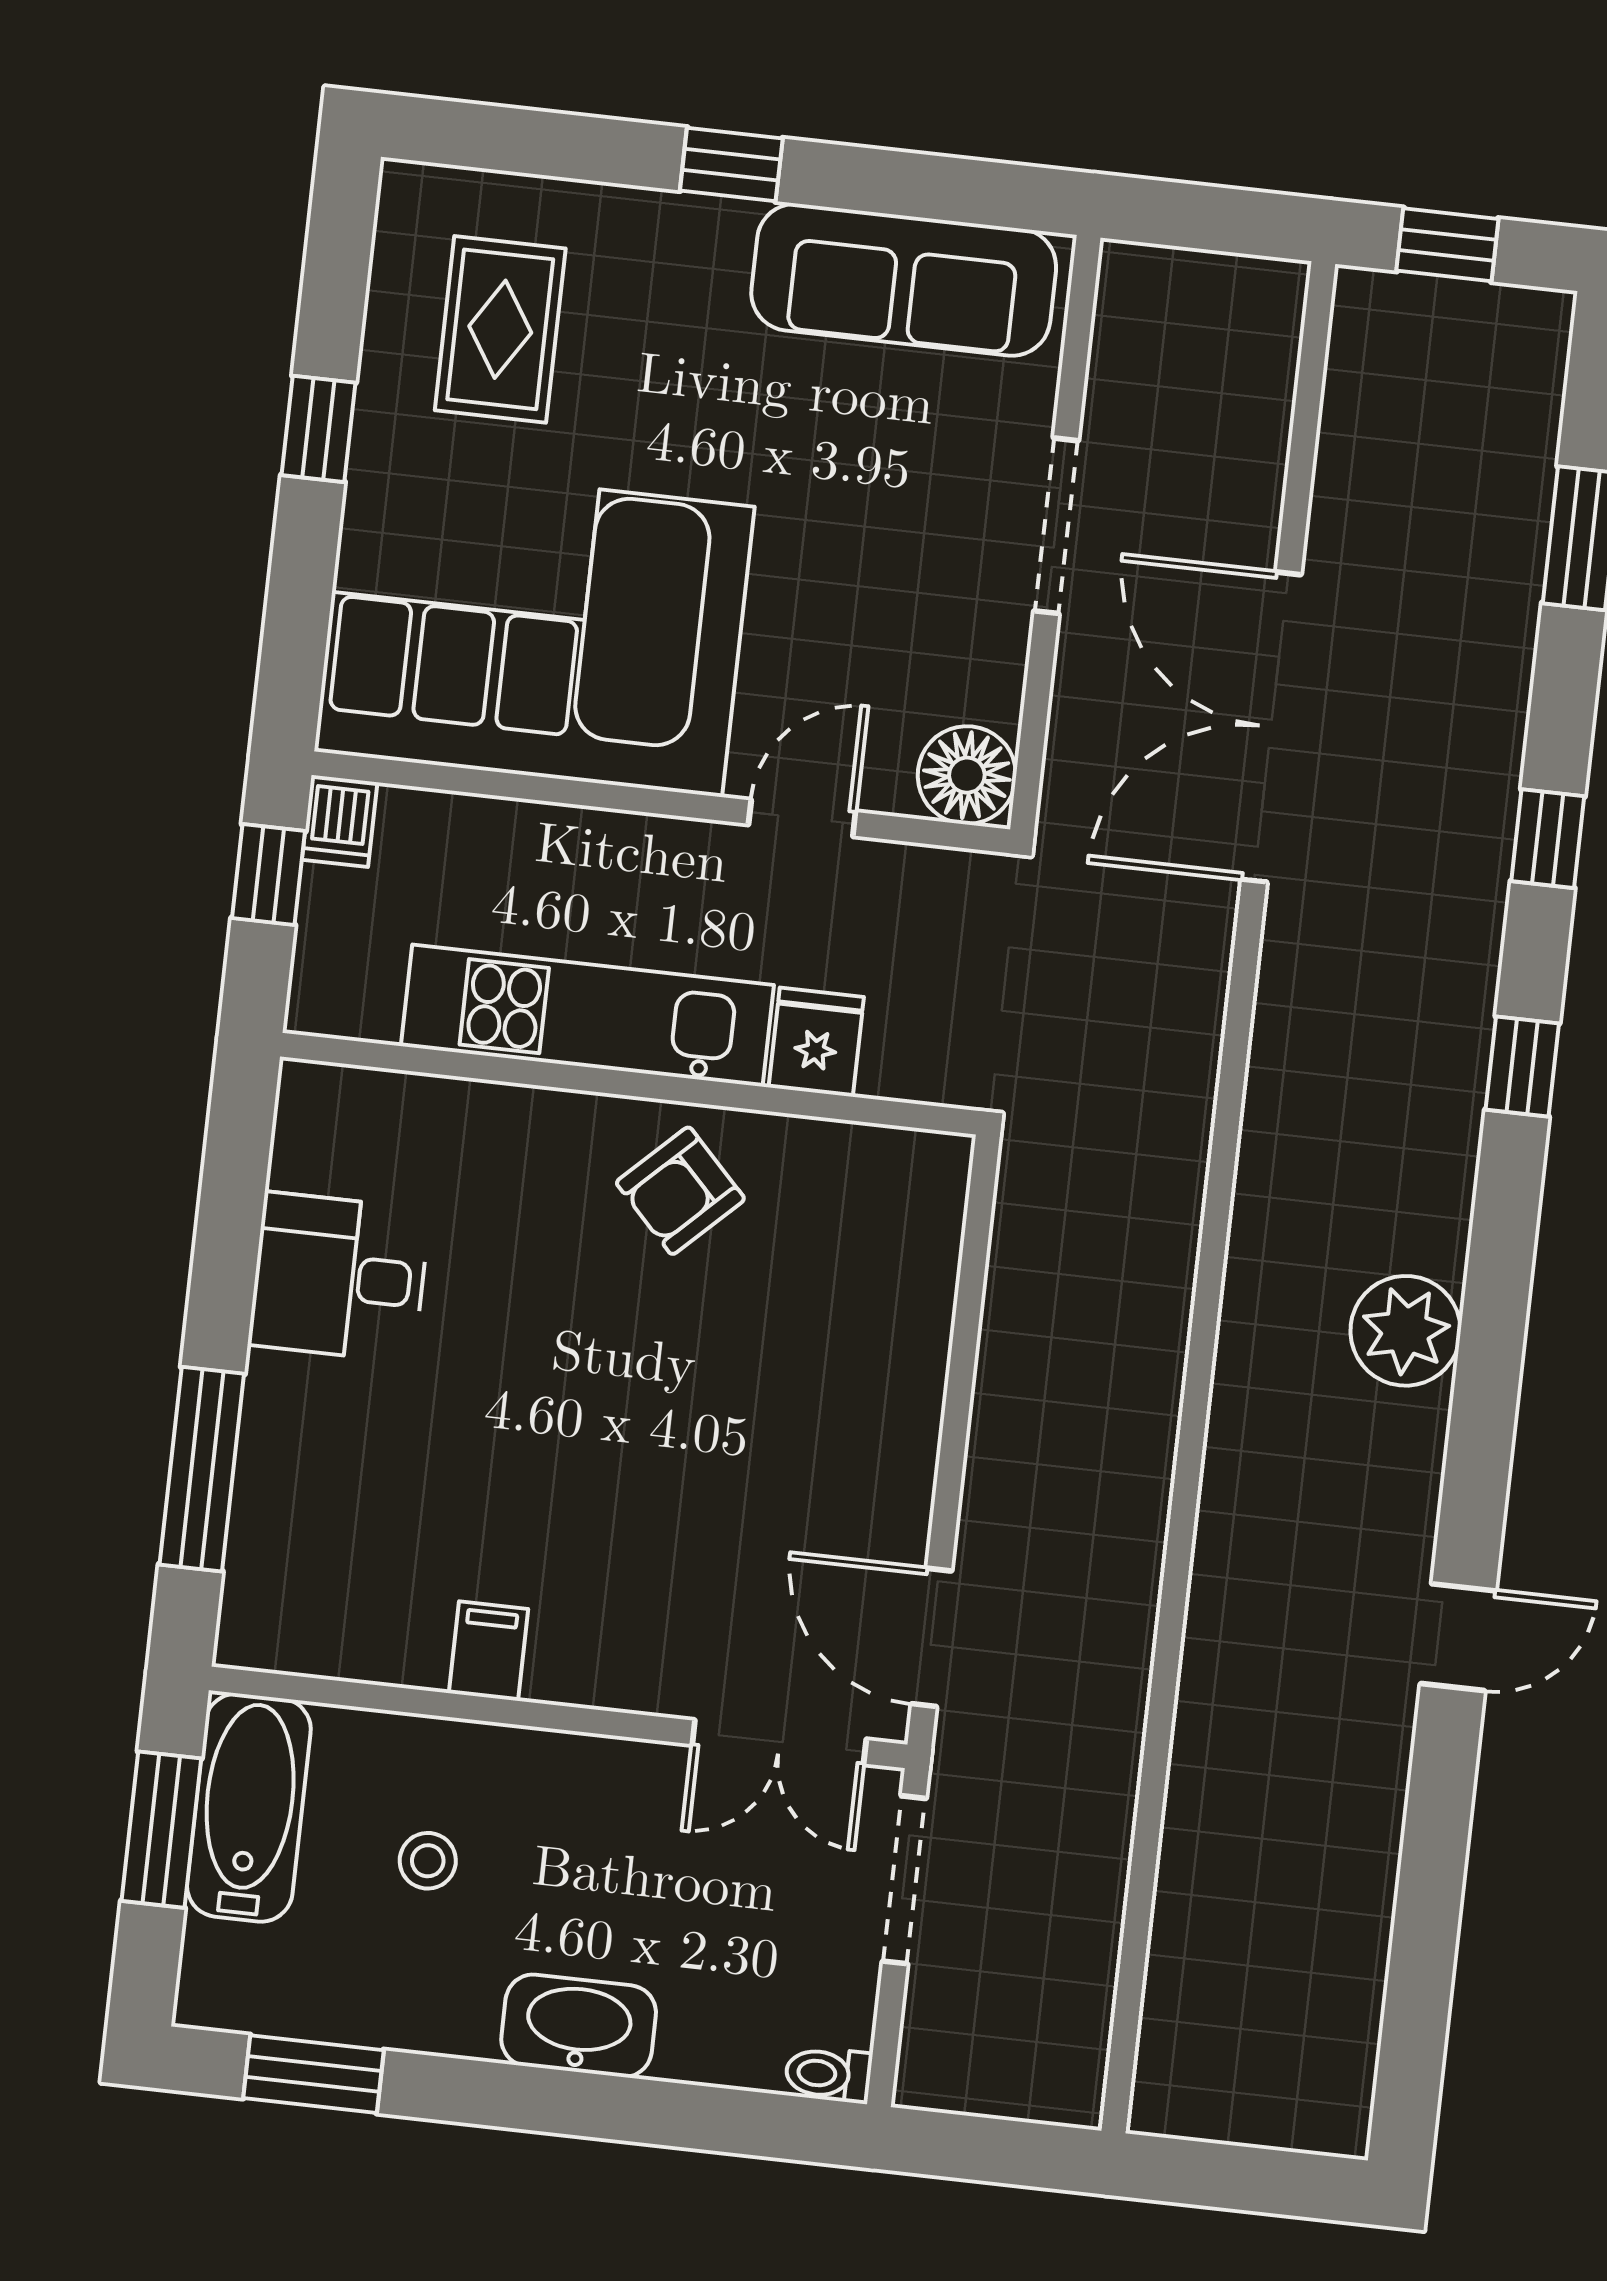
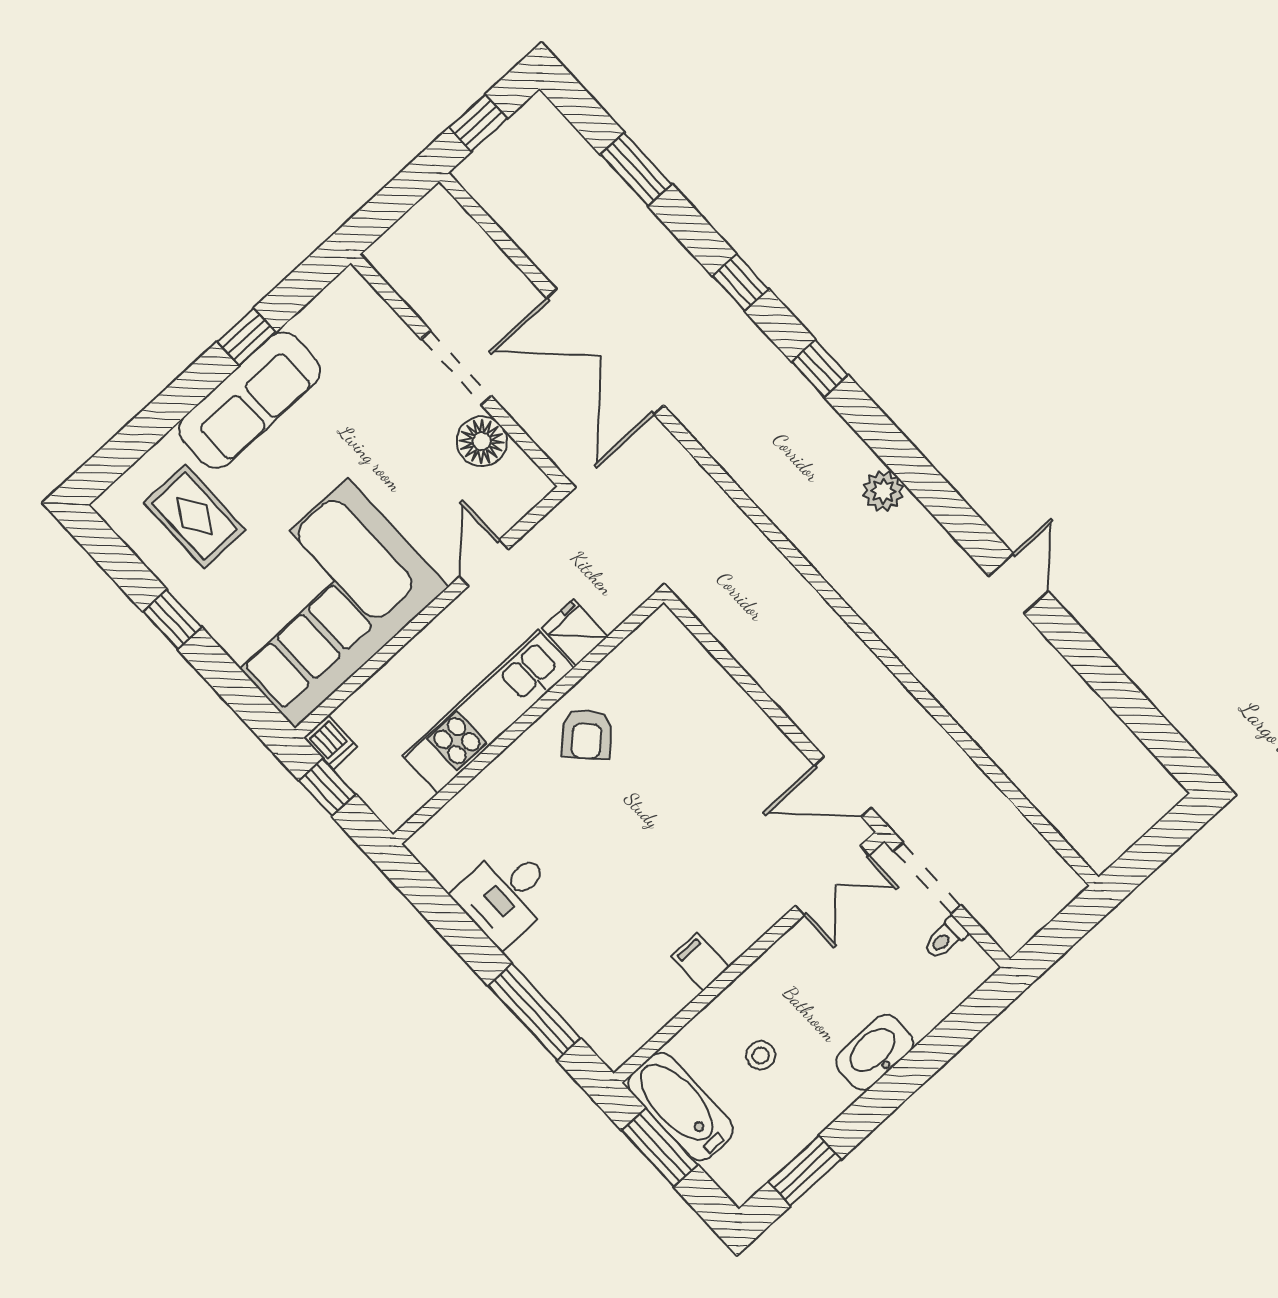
window: (731, 164) -> (246, 337), moved
sofa: (904, 280) -> (250, 400), moved
floor lamp: (967, 775) -> (482, 441), moved
plant: (1406, 1331) -> (883, 491), width x0.73, depth x0.73
toilet: (829, 2074) -> (945, 938), moved

